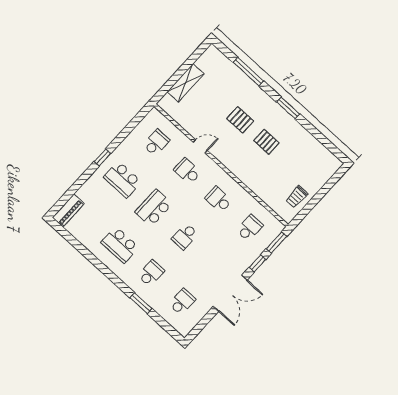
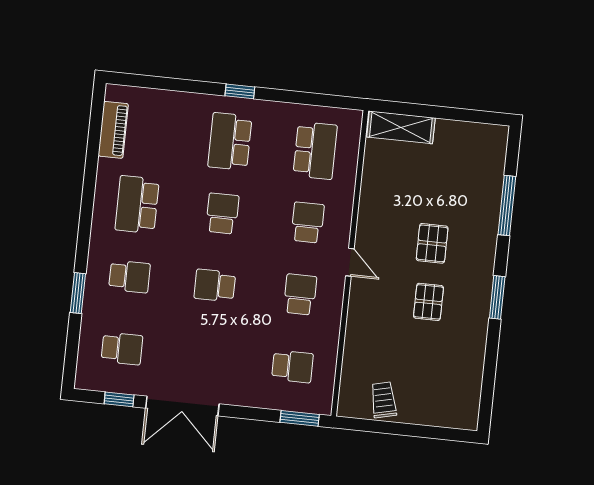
shelving: (186, 83) -> (401, 127), moved
school desk: (156, 143) -> (315, 150), width x1.85
door: (200, 146) -> (350, 262), moved
trolley: (297, 197) -> (383, 400), turned 77
school desk: (154, 208) -> (222, 214), width x0.54
piano: (68, 210) -> (113, 130), moved, turned -90
window: (258, 263) -> (119, 399), moved

